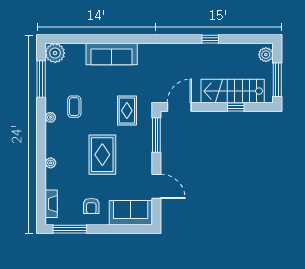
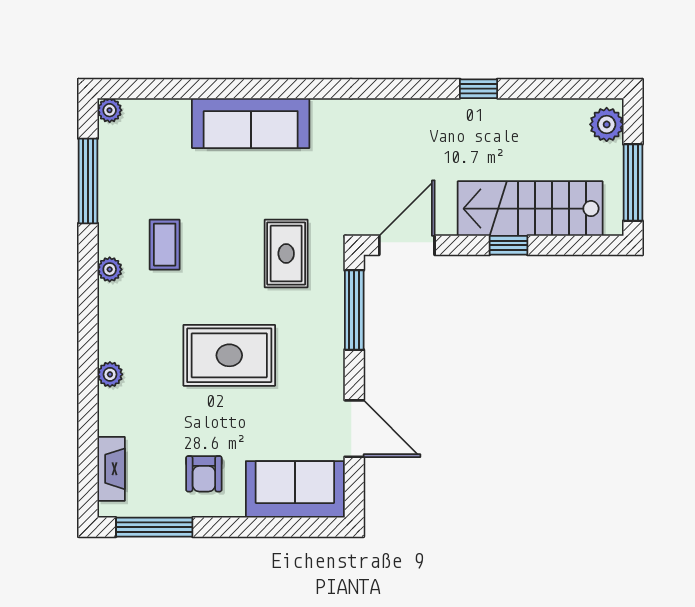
plant: (55, 53) -> (110, 110), width x0.53, depth x0.53
window: (236, 107) -> (508, 245), moved
rug: (102, 155) -> (229, 355), turned 90

